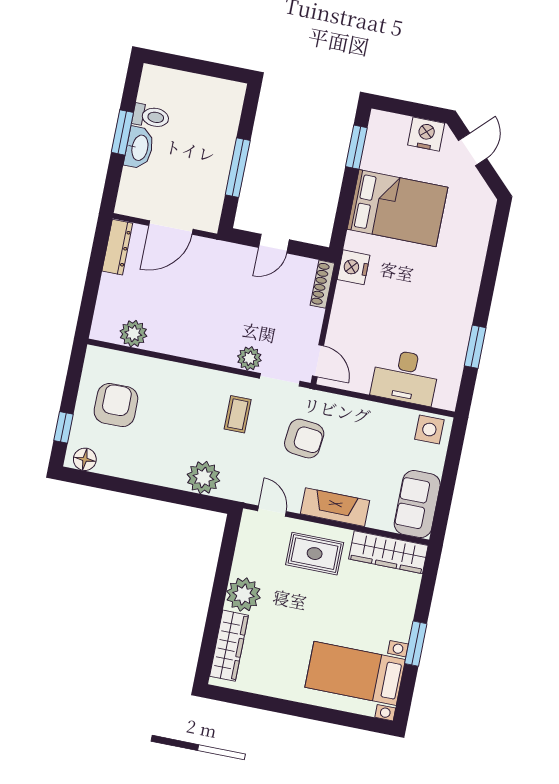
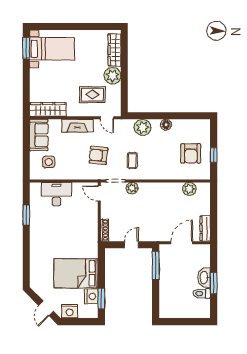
window: (238, 168) -> (156, 265), moved
nightstand: (354, 267) -> (91, 296), moved
window: (63, 427) -> (214, 155), moved
side table: (429, 430) -> (49, 162), moved
floor lamp: (85, 459) -> (166, 125), moved
rug: (315, 554) -> (92, 95), moved
window: (416, 644) -> (26, 48), moved

